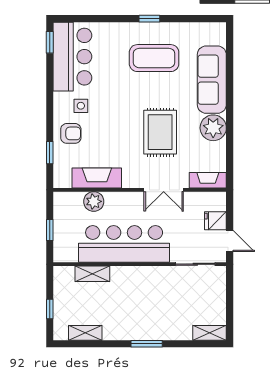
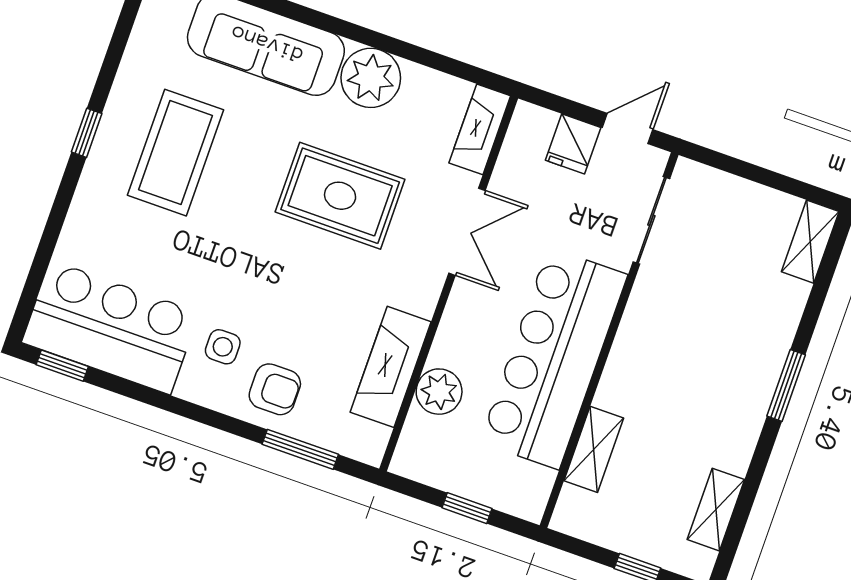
armchair: (71, 133) -> (275, 389), turned 90
window: (50, 153) -> (300, 449), width x1.50

